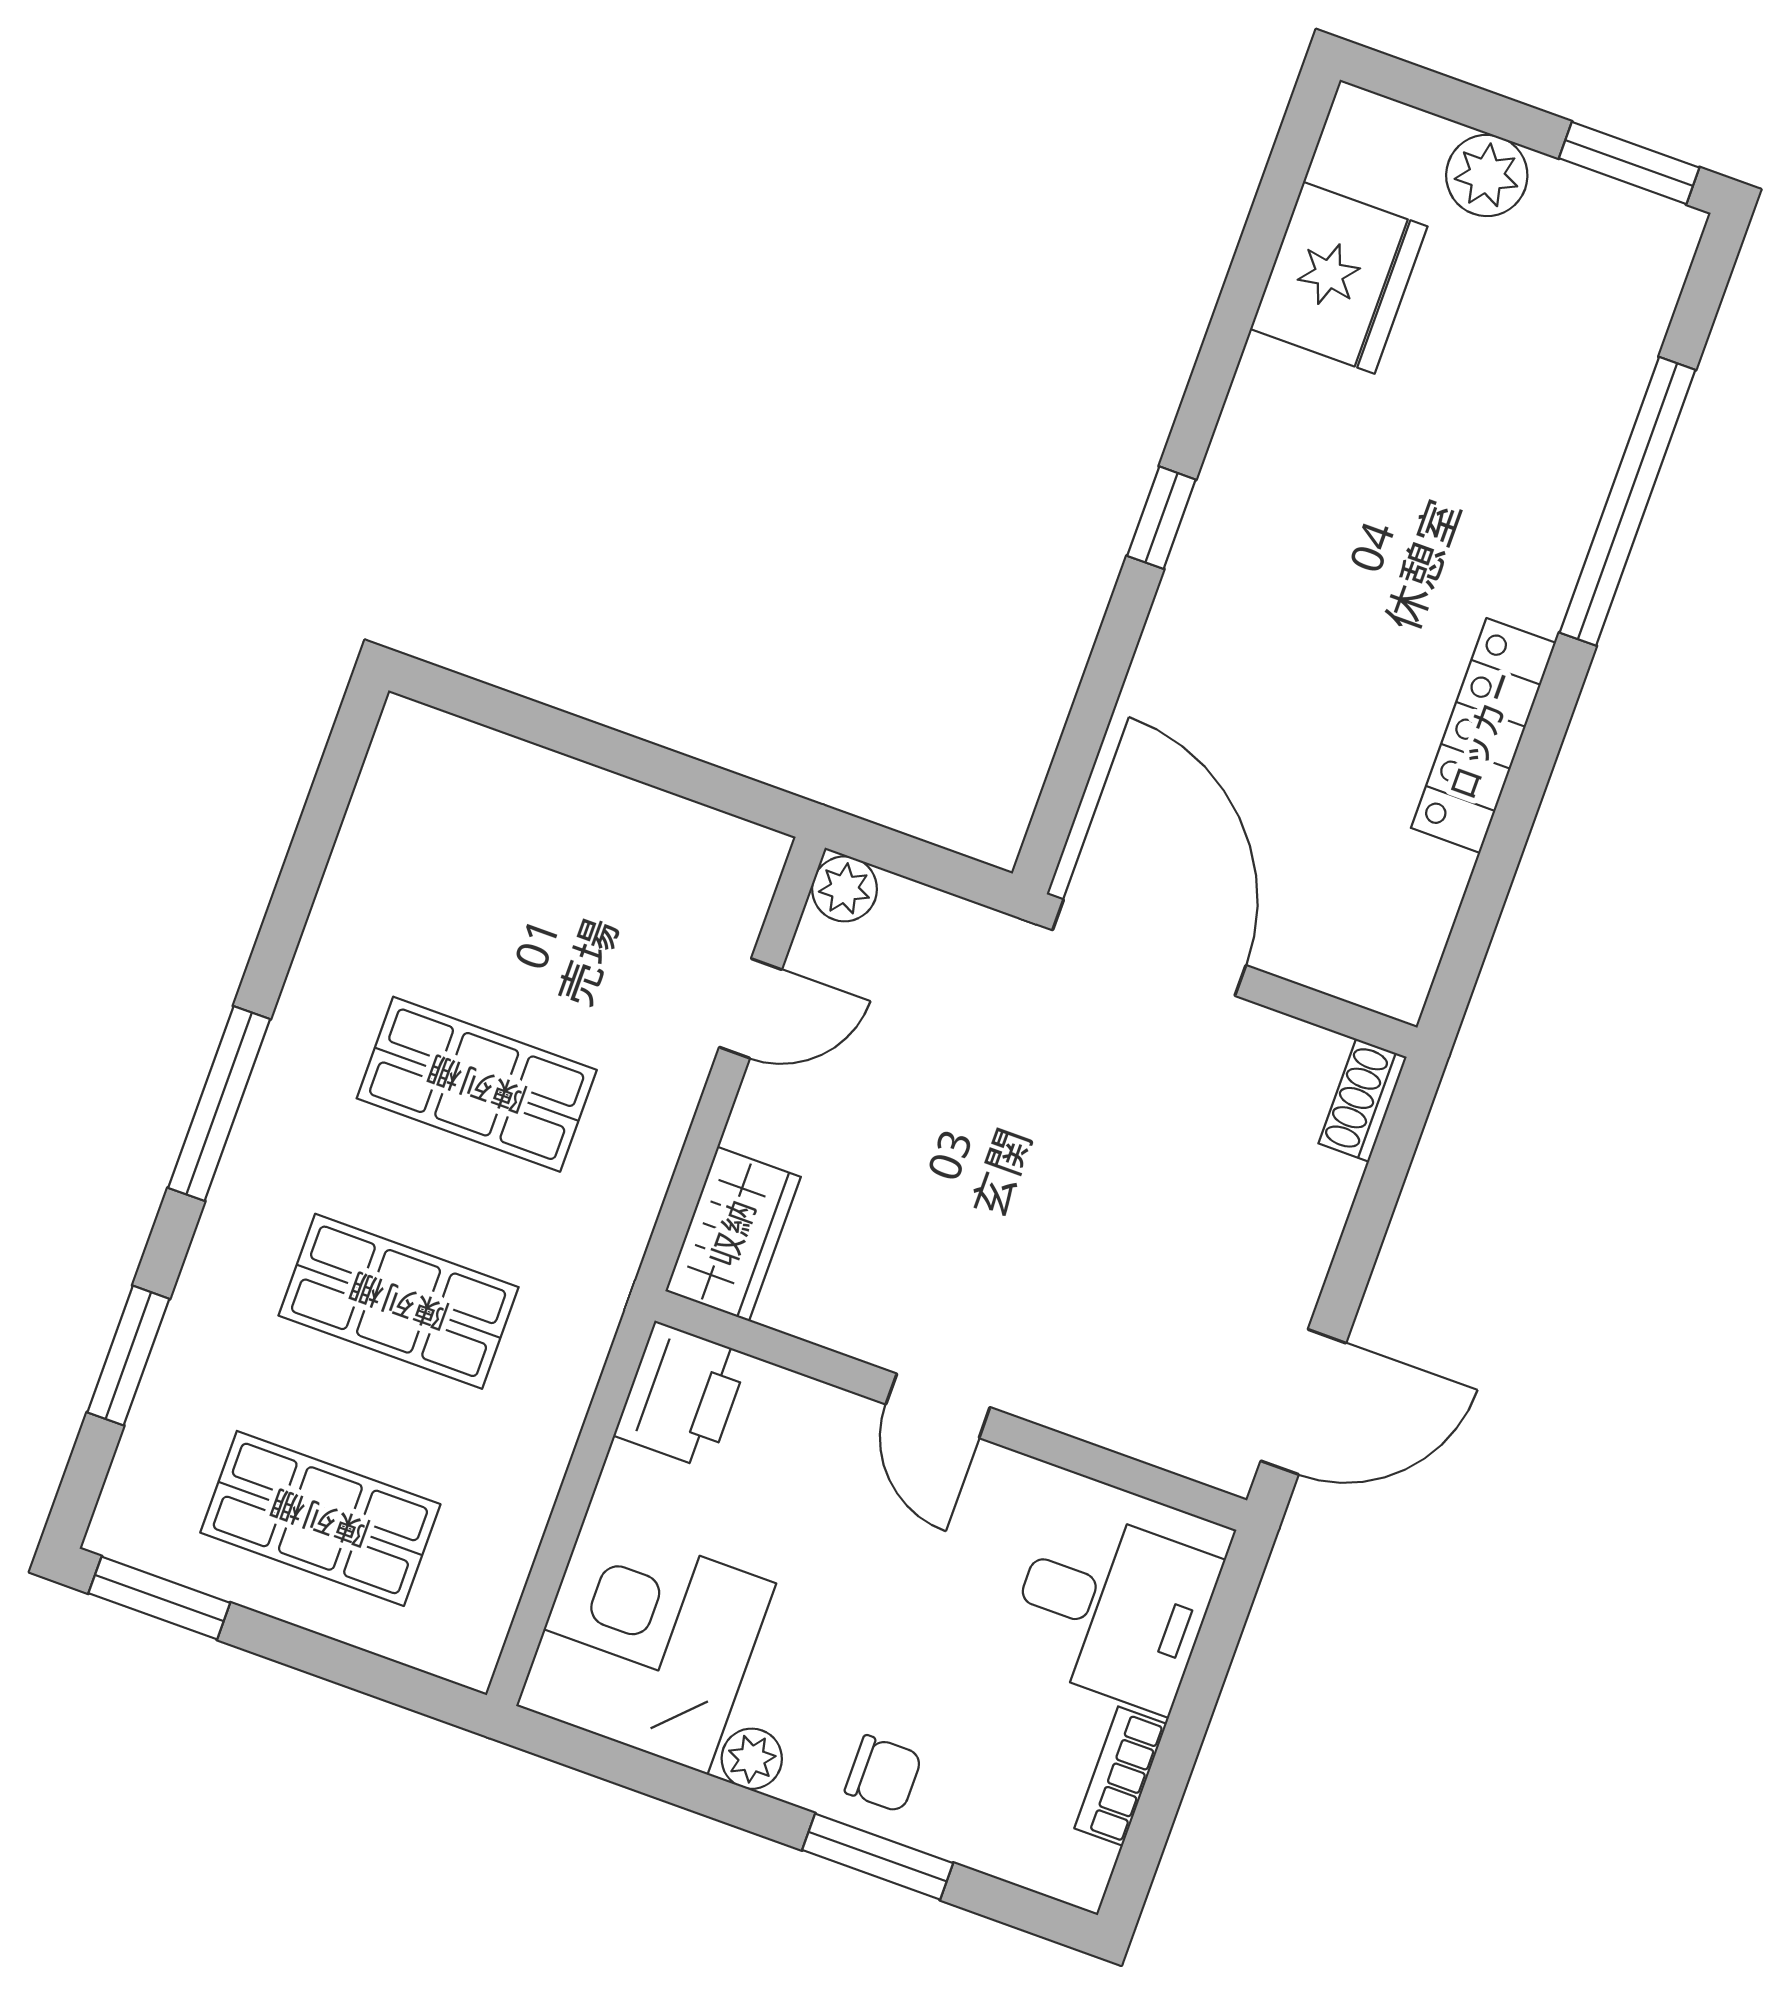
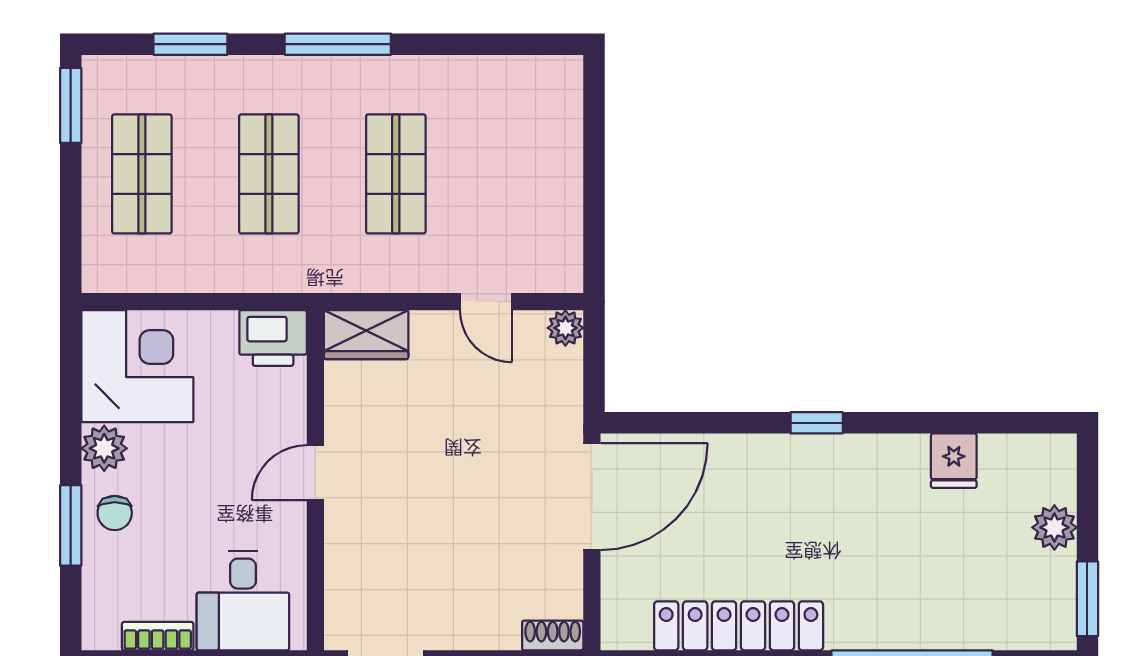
fridge: (1339, 278) -> (954, 461), width x0.53, depth x0.75
locker: (1483, 735) -> (739, 626), width x1.41, depth x1.21
plant: (752, 1759) -> (104, 448), width x1.38, depth x1.38

